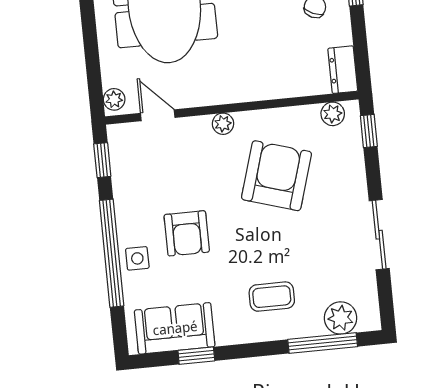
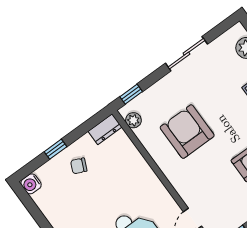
plant: (223, 124) -> (175, 179), removed
armchair: (277, 176) -> (187, 132), turned 73

